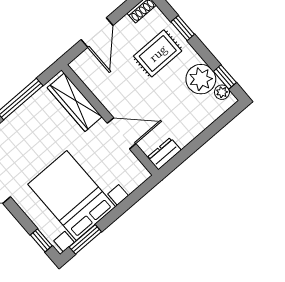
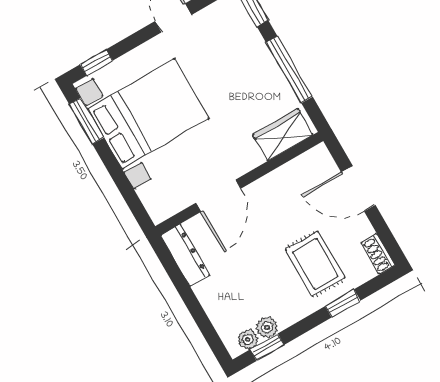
plant: (201, 79) -> (267, 327), width x0.53, depth x0.53
wardrobe: (75, 102) -> (283, 135), width x0.67
dresser: (164, 154) -> (185, 255), width x1.44

